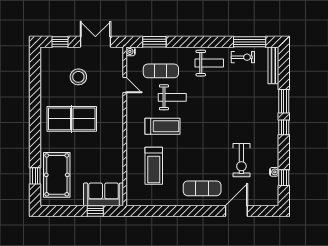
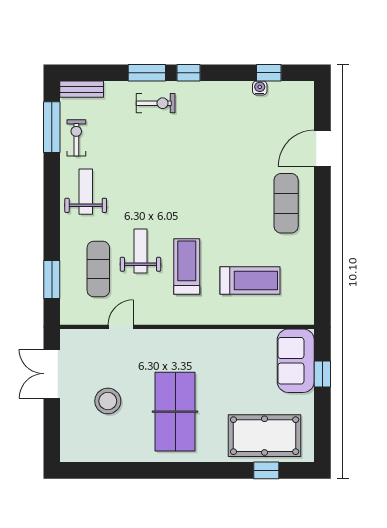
window: (60, 42) -> (52, 430), removed
water cooler: (131, 51) -> (67, 318), removed
bench: (273, 65) -> (82, 89), width x0.73
exercise bike: (241, 160) -> (156, 103), moved, width x0.73, depth x0.72
door: (236, 211) -> (322, 148), hinge flipped

